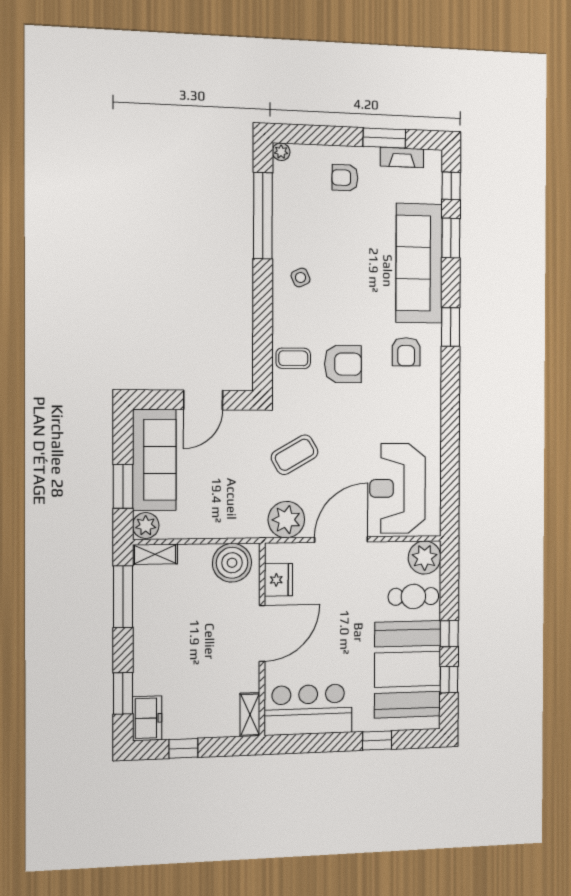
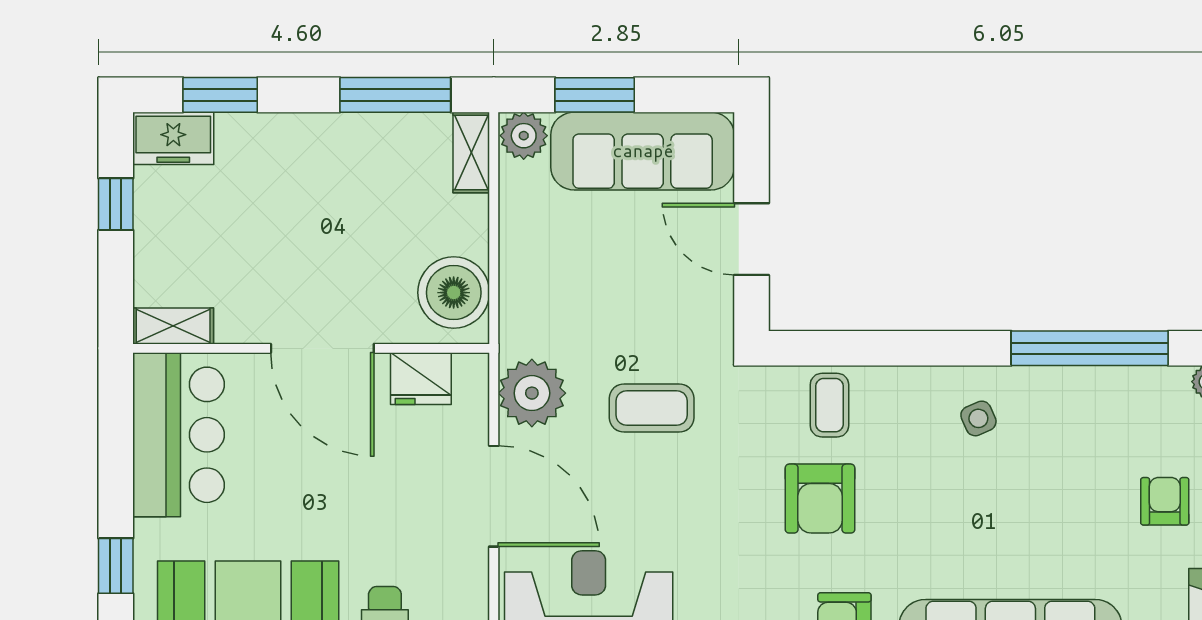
coffee table: (295, 455) -> (652, 408), turned -60

